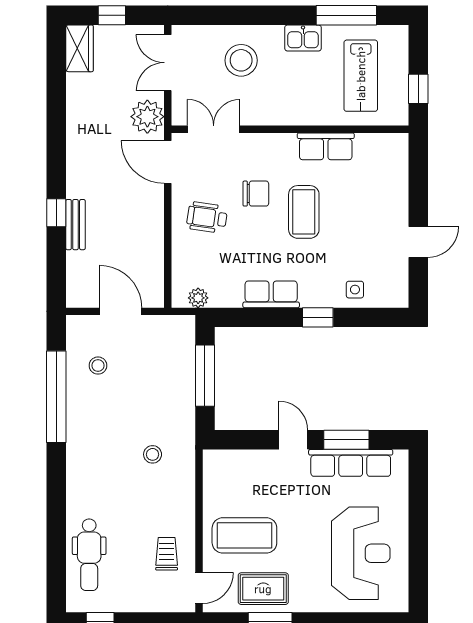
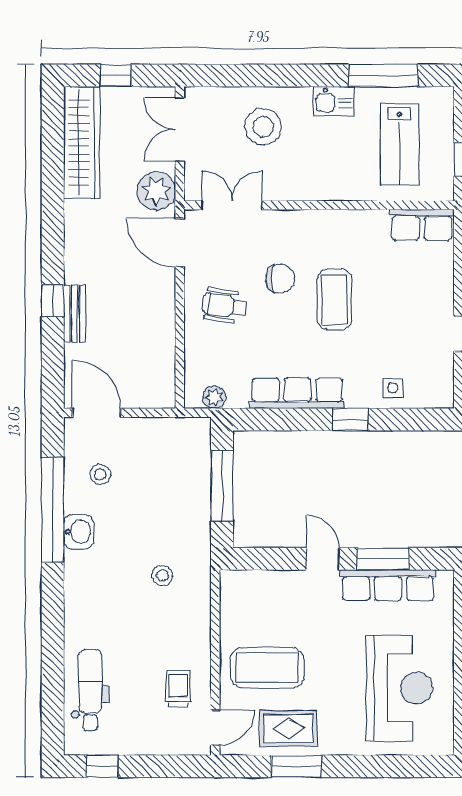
wardrobe: (79, 48) -> (82, 142), width x2.10, depth x1.17
row of seats: (326, 146) -> (422, 225), moved
row of seats: (271, 294) -> (297, 393), width x1.48
door: (121, 311) -> (97, 413), moved
washbasin: (79, 416) -> (78, 532), added
dental chair: (89, 555) -> (90, 690), turned 180

